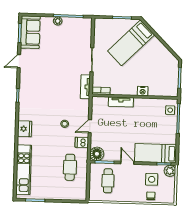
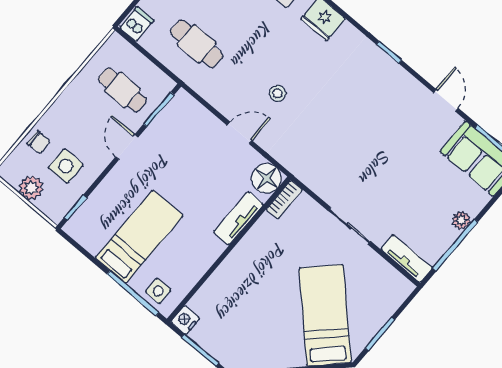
tv unit: (85, 87) -> (407, 259), moved
nightstand: (143, 91) -> (185, 320), moved
door: (90, 126) -> (239, 133), hinge flipped
dishwasher: (82, 142) -> (137, 24), moved
bed: (155, 153) -> (139, 237), moved
floor lamp: (97, 154) -> (266, 178), moved
door: (127, 163) -> (127, 147), swing flipped
plant: (170, 171) -> (31, 188), moved

